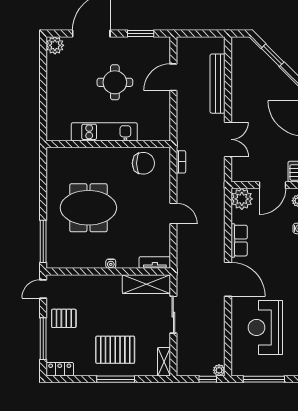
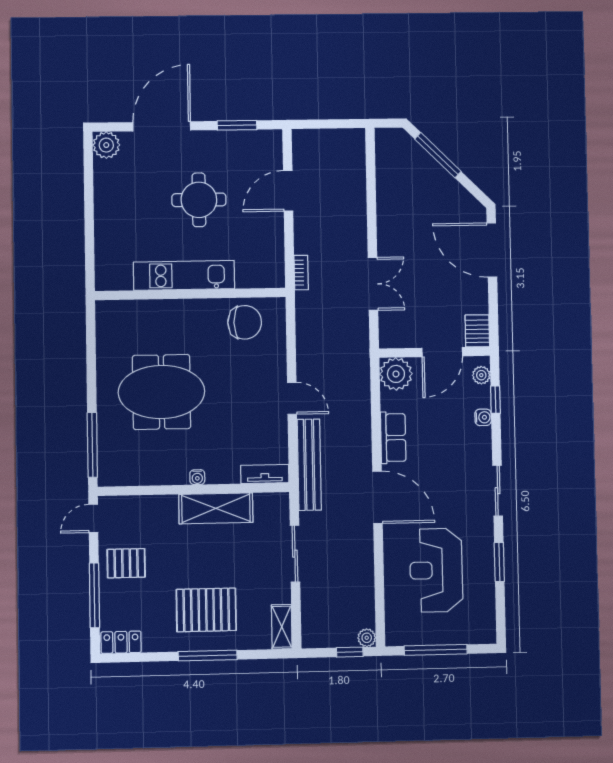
window: (273, 55) -> (438, 155), width x1.44
bench: (218, 84) -> (309, 465), moved
bookcase: (181, 162) -> (301, 273), moved
shelving: (146, 284) -> (216, 508), moved

